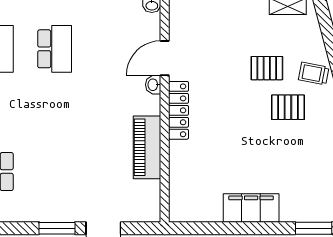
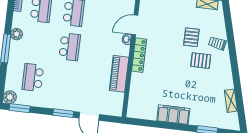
pallet: (267, 68) -> (191, 37), turned 90
school desk: (55, 110) -> (70, 47), added

